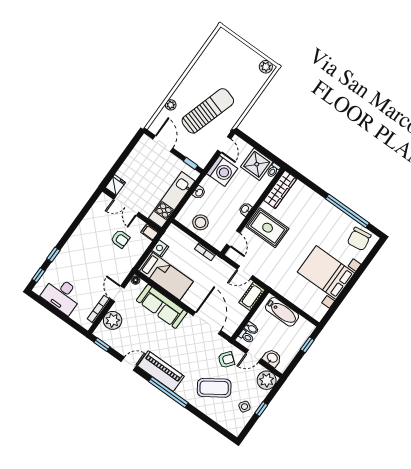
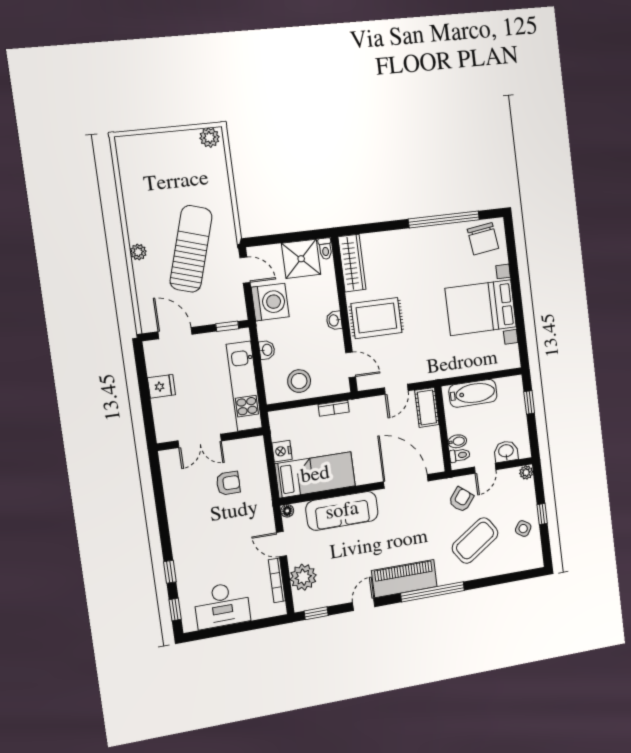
plant: (171, 105) -> (138, 252), moved
fridge: (115, 185) -> (161, 386), moved, turned 90
filing cabinet: (150, 232) -> (254, 445), removed
plant: (267, 380) -> (526, 472), width x0.53, depth x0.53

